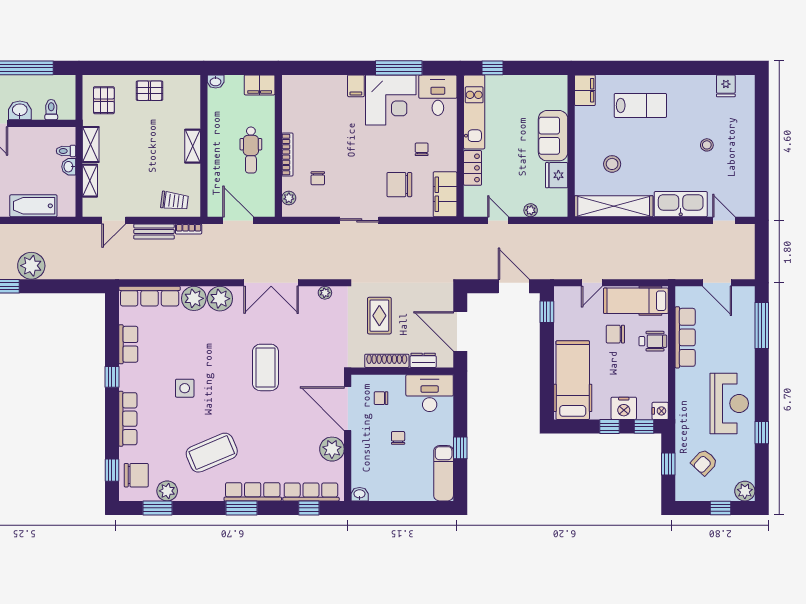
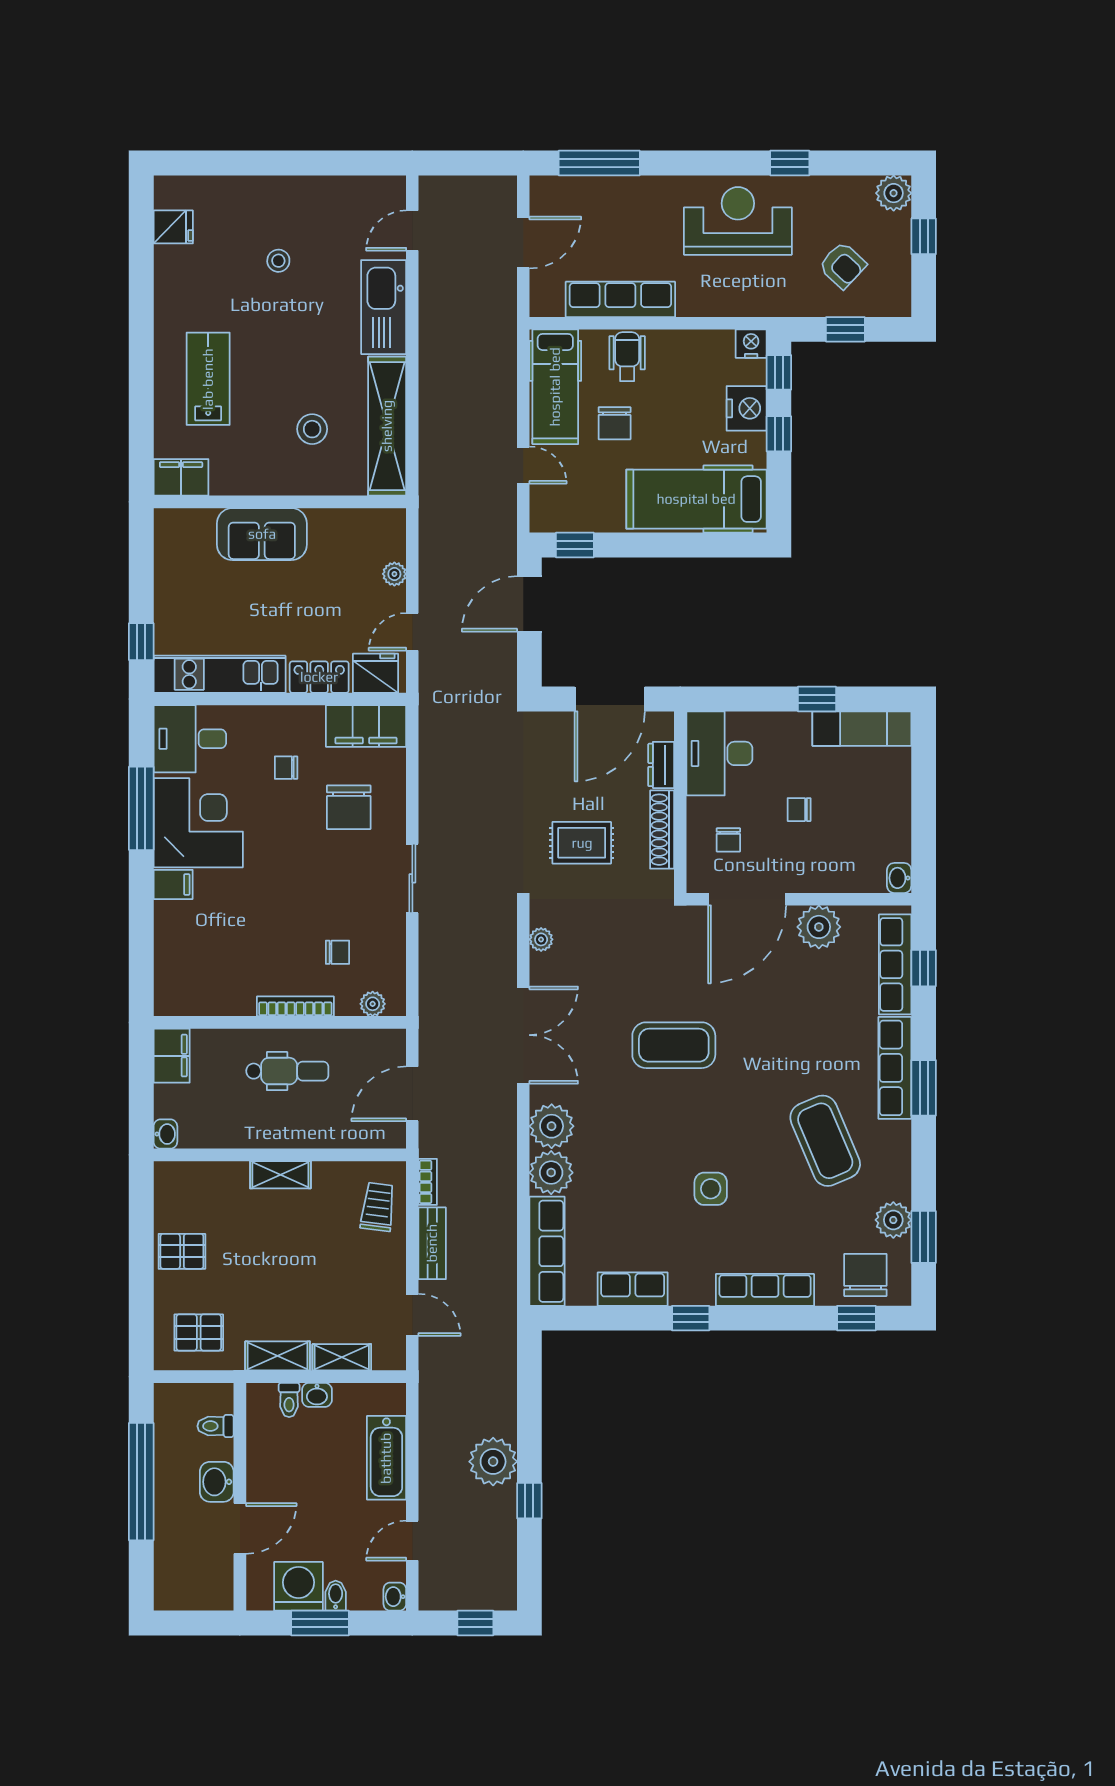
pallet: (150, 91) -> (182, 1251), turned 90
fridge: (557, 175) -> (376, 673), moved, turned 180

